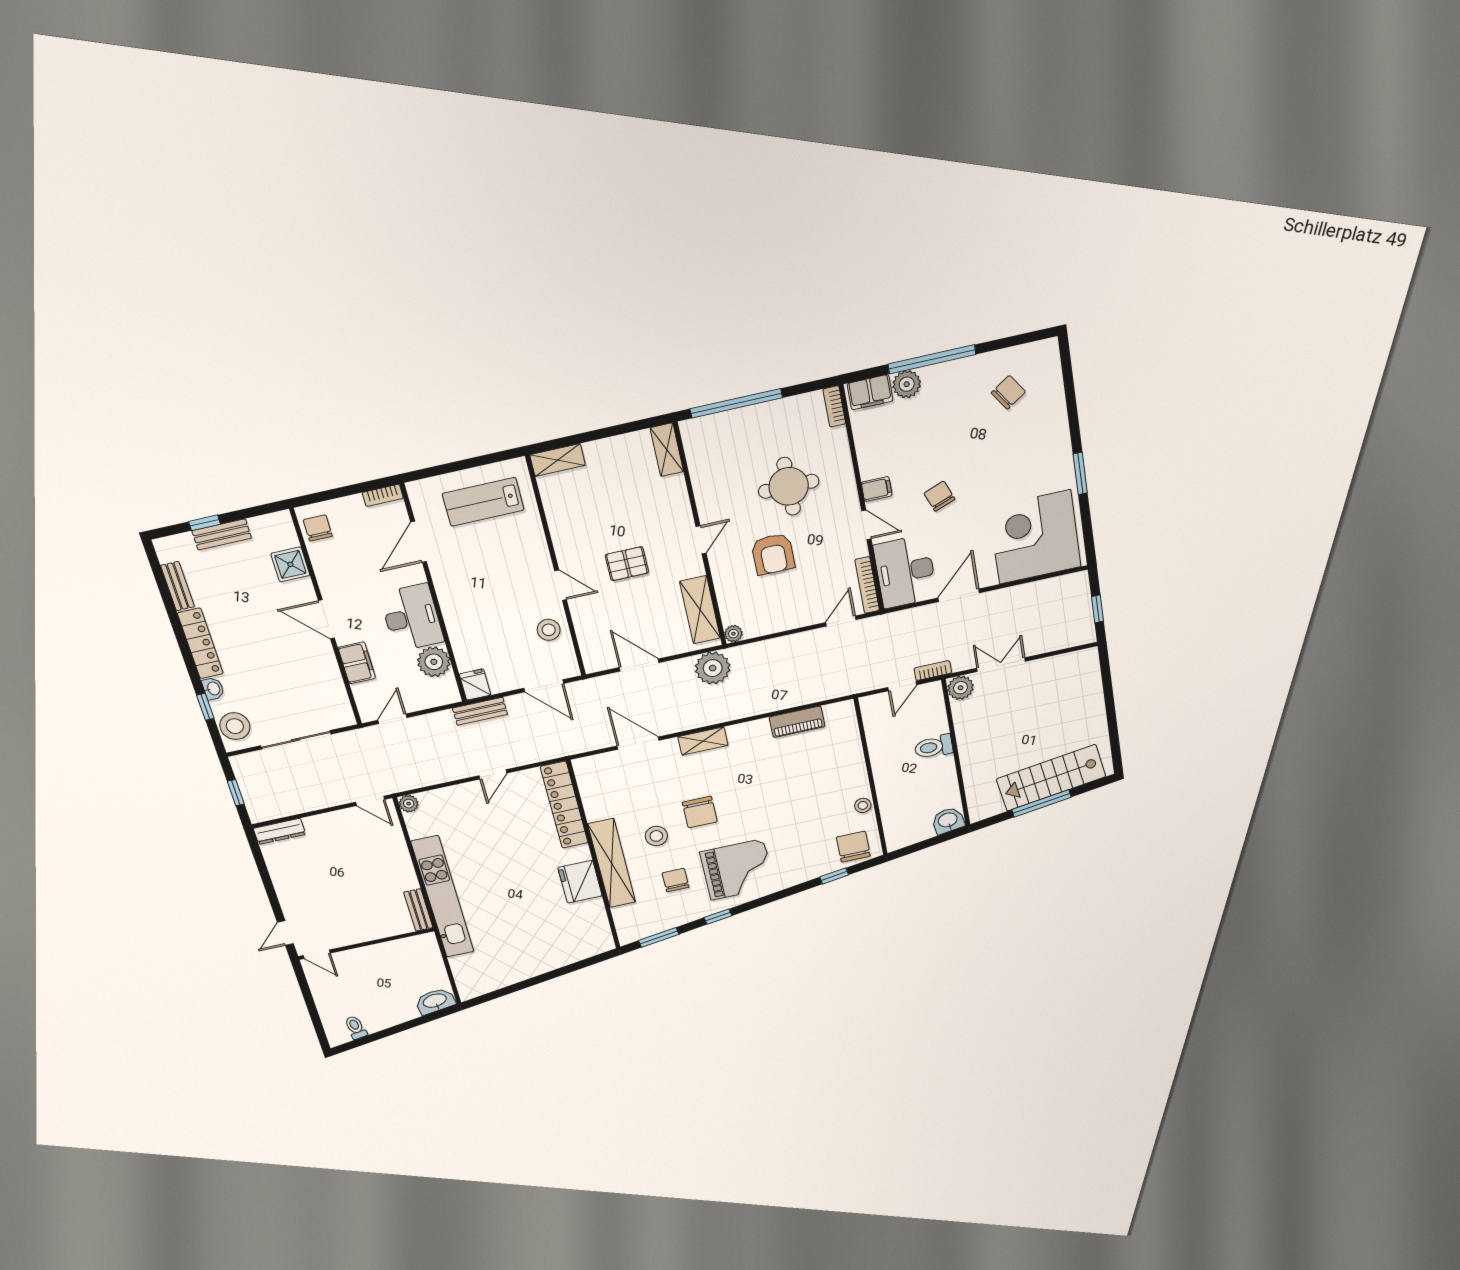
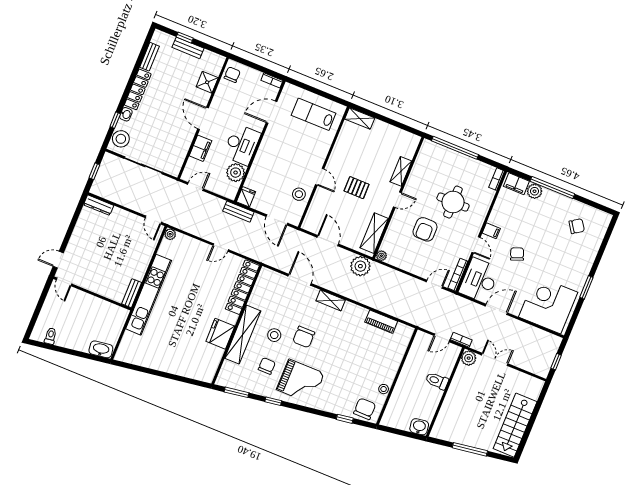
shelving: (667, 450) -> (401, 171), moved
stairs: (1051, 778) -> (515, 425), moved, turned -82

